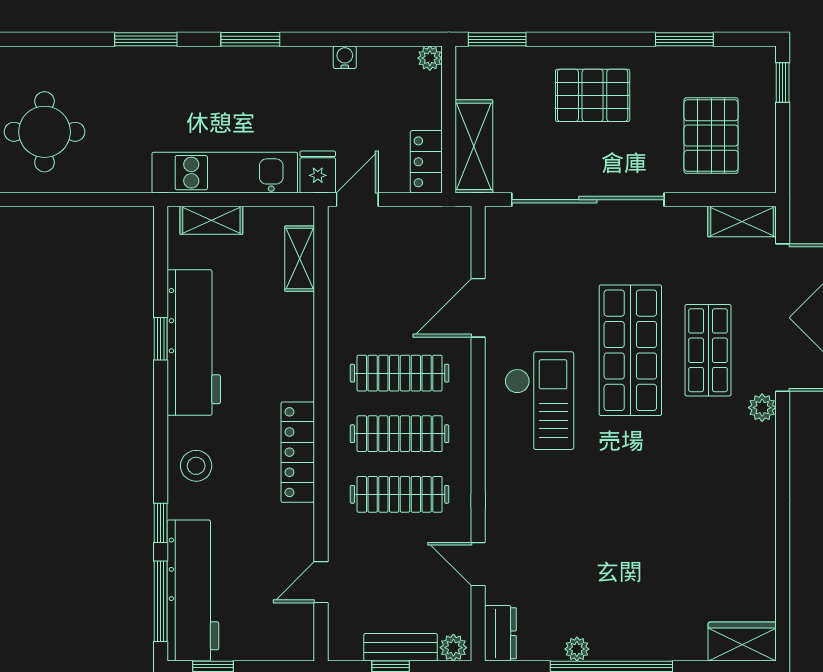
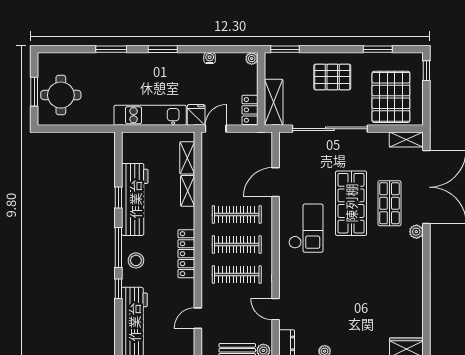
pallet: (711, 136) -> (391, 97), width x1.37, depth x1.41
shelving: (211, 220) -> (188, 191), moved, turned 90
window: (161, 601) -> (118, 247), moved

